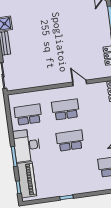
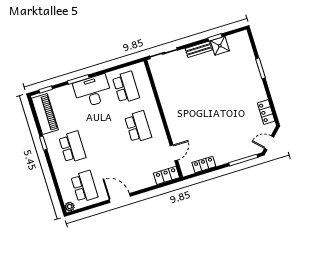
door: (80, 83) -> (174, 153), moved
school desk: (70, 141) -> (72, 147), moved
piano: (27, 180) -> (45, 114), moved, turned -90

